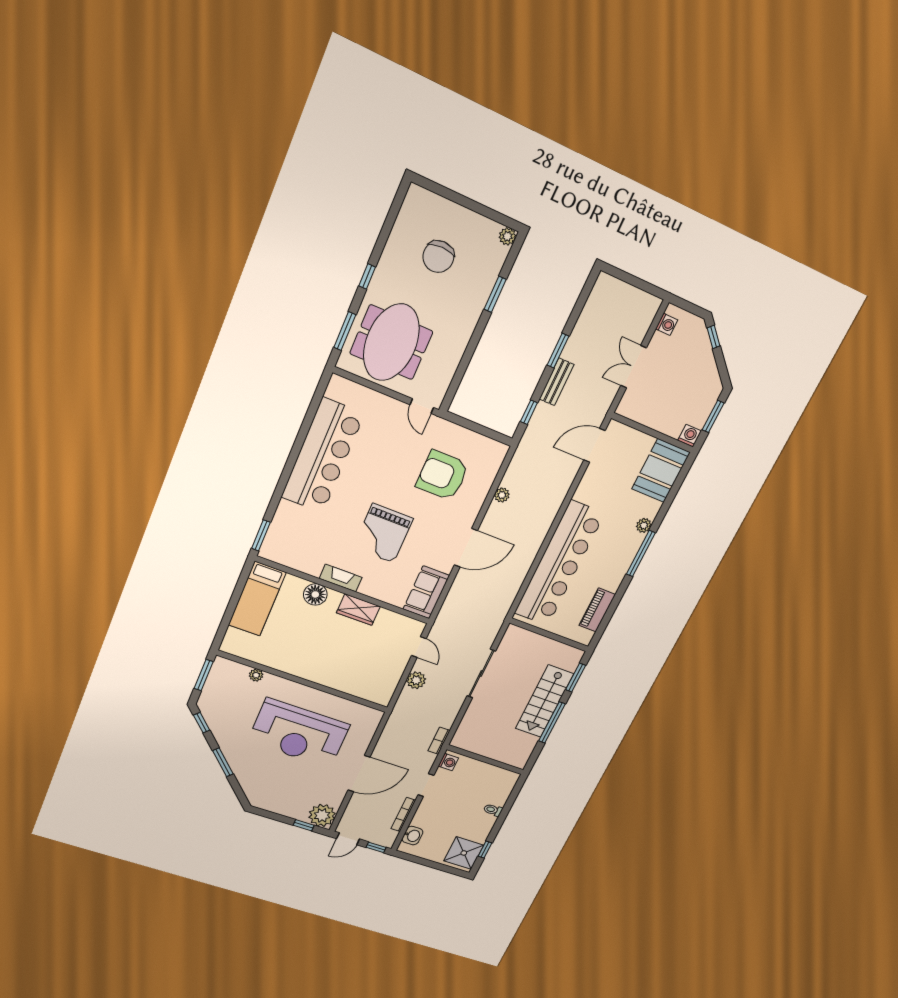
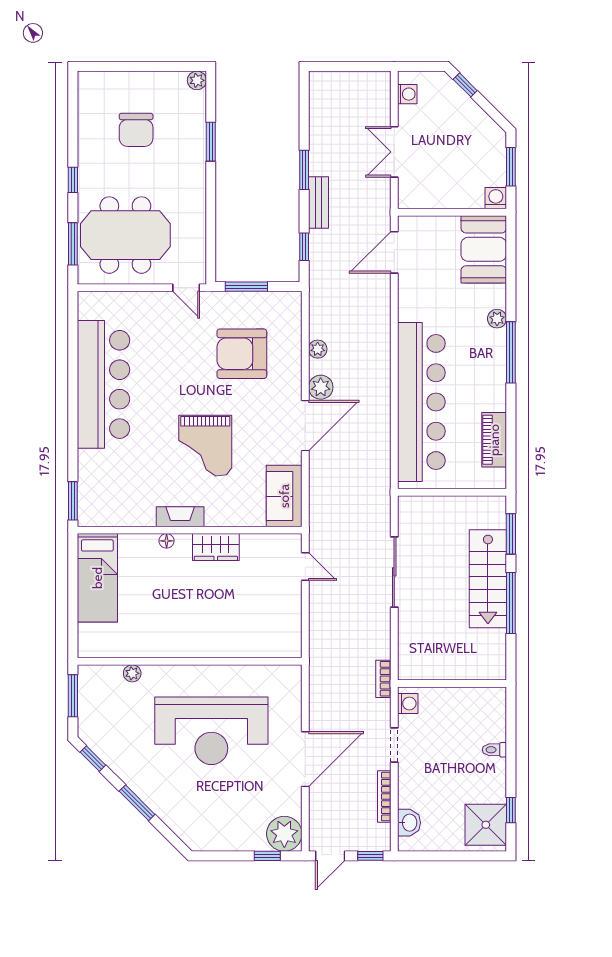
meeting table: (391, 342) -> (125, 235), turned 90
window: (470, 425) -> (246, 287), added
floor lamp: (315, 594) -> (167, 541), width x0.53, depth x0.53
plant: (416, 680) -> (321, 387), moved

